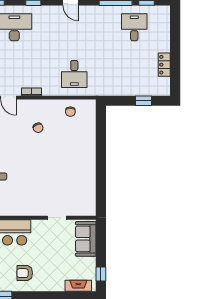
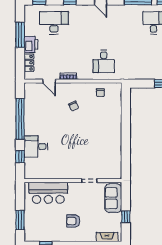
armchair: (25, 273) -> (73, 221), moved
window: (101, 274) -> (126, 217), moved

